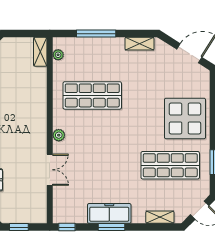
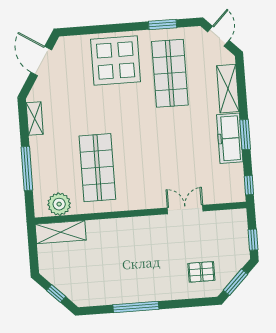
shelving: (40, 52) -> (61, 232), width x1.50, depth x1.33
plant: (58, 55) -> (59, 204), width x1.88, depth x1.88
plant: (59, 135) -> (145, 202), removed
shelving: (160, 217) -> (228, 89), width x1.50, depth x1.33

